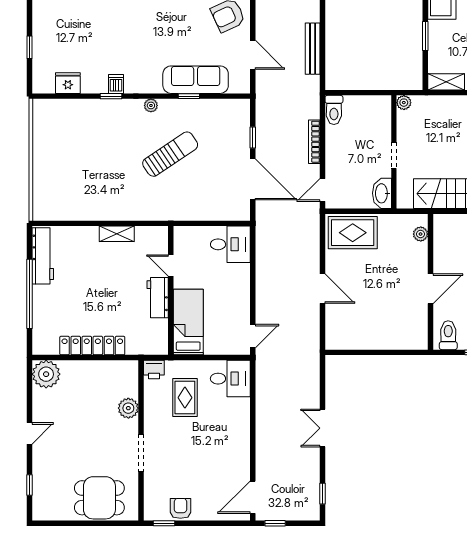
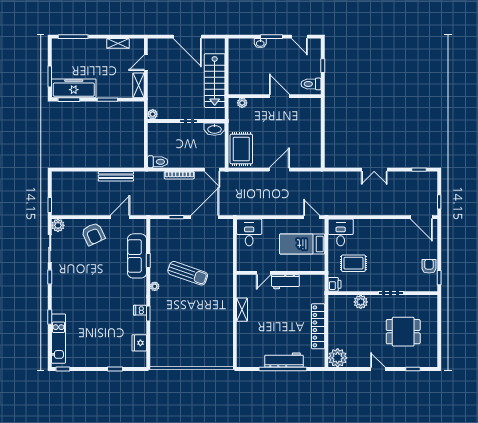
sun lounger: (170, 154) -> (188, 273), turned 143
workbench: (43, 256) -> (284, 360), moved
bed: (188, 322) -> (302, 244), moved
dining table: (99, 498) -> (403, 332), moved, turned 90
armchair: (180, 508) -> (429, 266), turned 90

